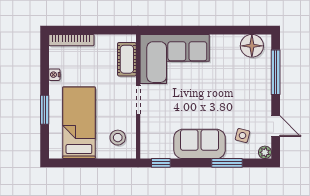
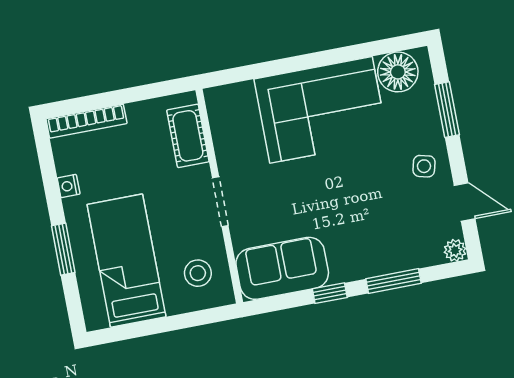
corner sofa: (175, 59) -> (321, 110), moved
window: (276, 72) -> (447, 110), width x0.69
side table: (242, 135) -> (424, 166), moved
sofa: (200, 144) -> (282, 268), moved
window: (161, 163) -> (330, 293), moved

